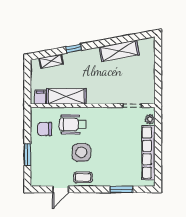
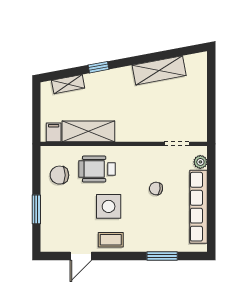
chair: (117, 139) -> (156, 189), added

